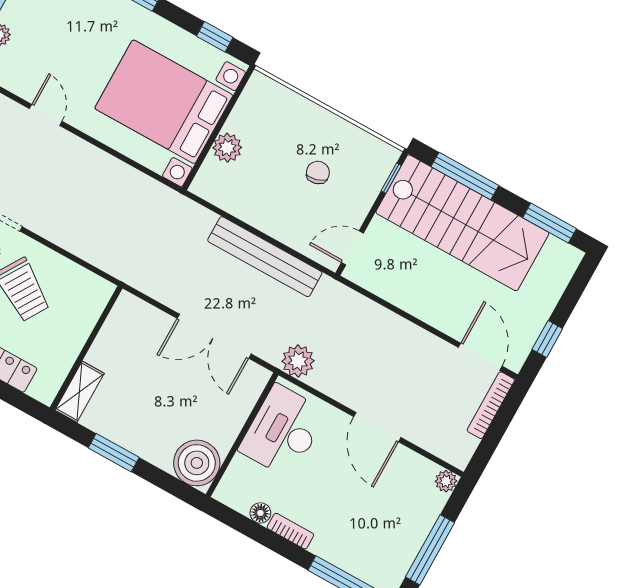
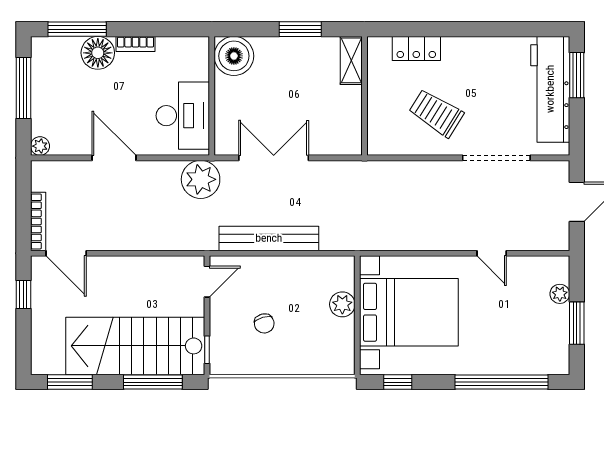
plant: (298, 361) -> (201, 179), width x1.36, depth x1.36
floor lamp: (260, 513) -> (98, 53), moved, width x1.89, depth x1.89

